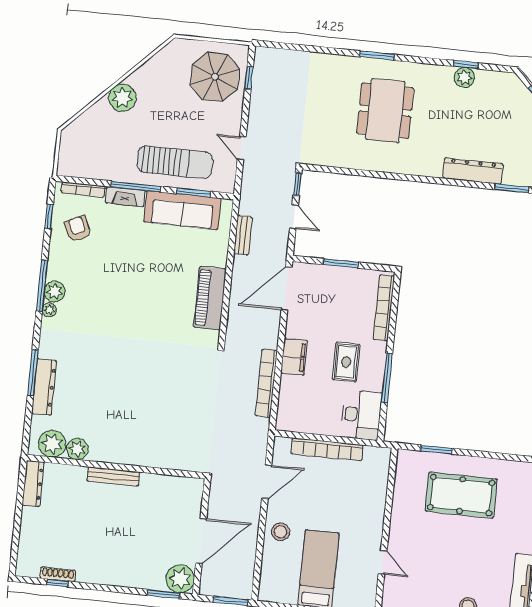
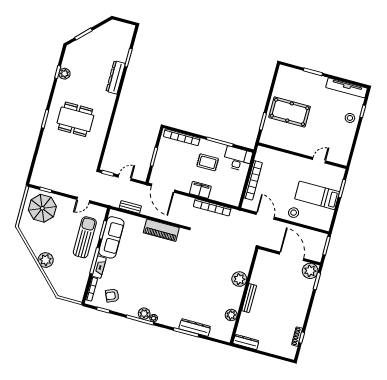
plant: (52, 444) -> (239, 279), moved
pool table: (461, 495) -> (290, 112), turned 90

